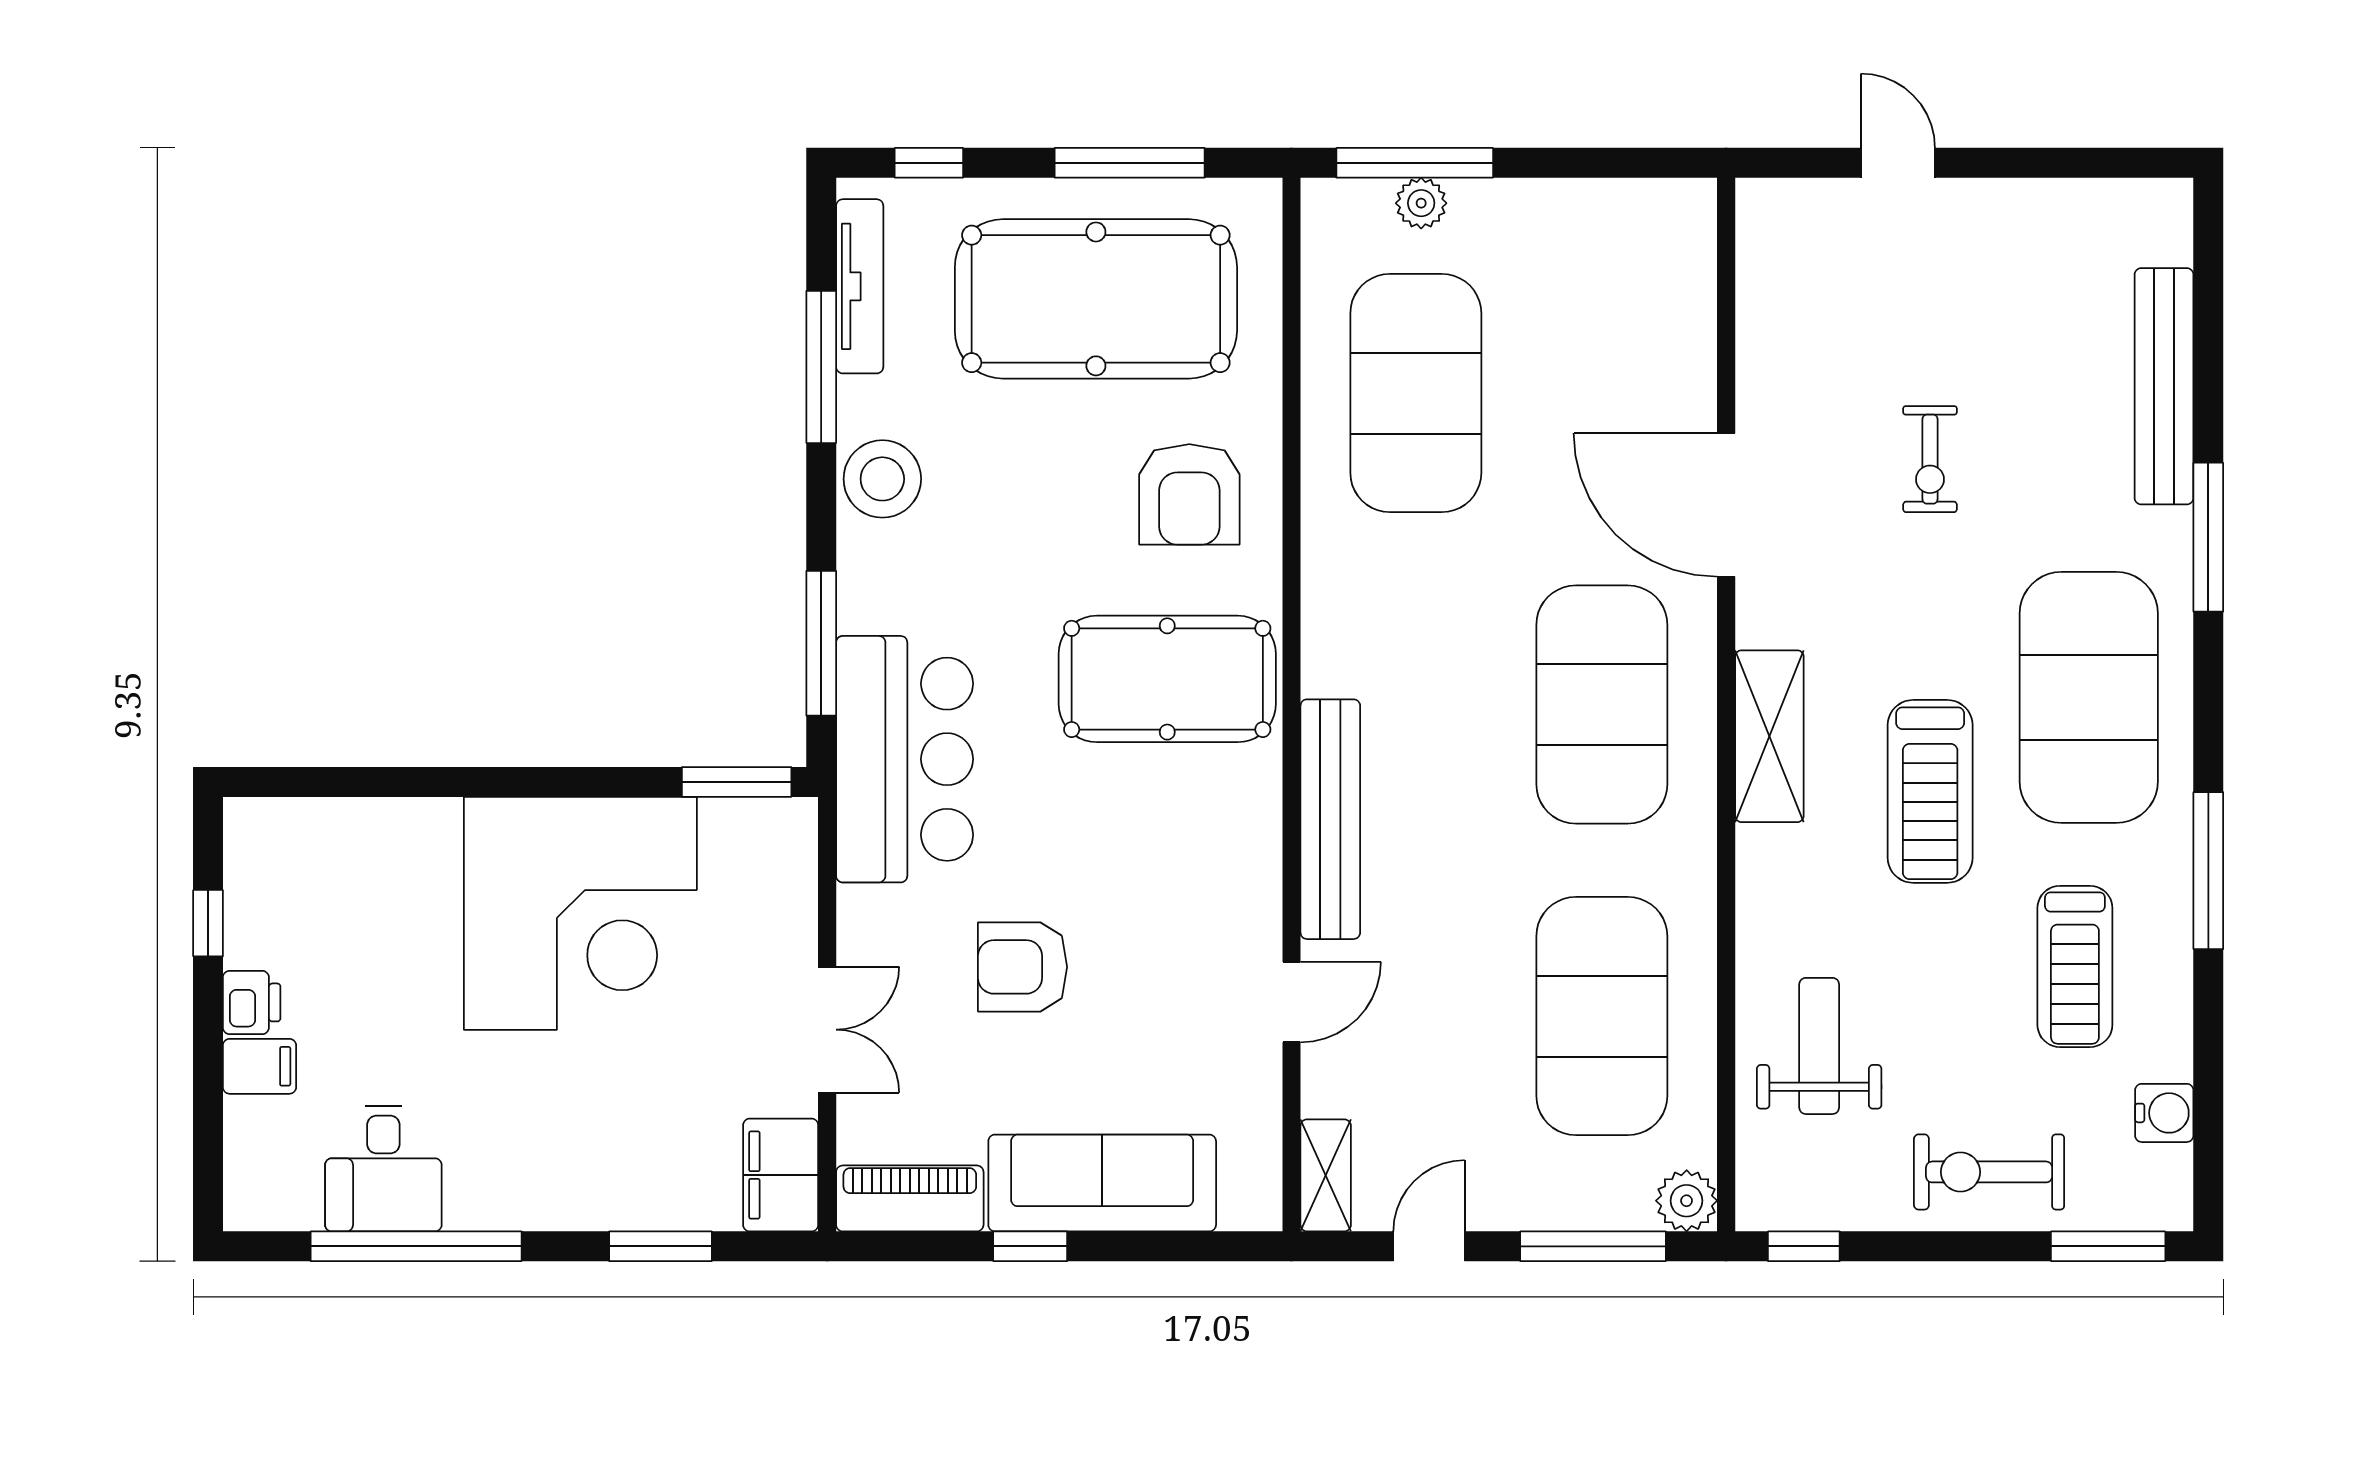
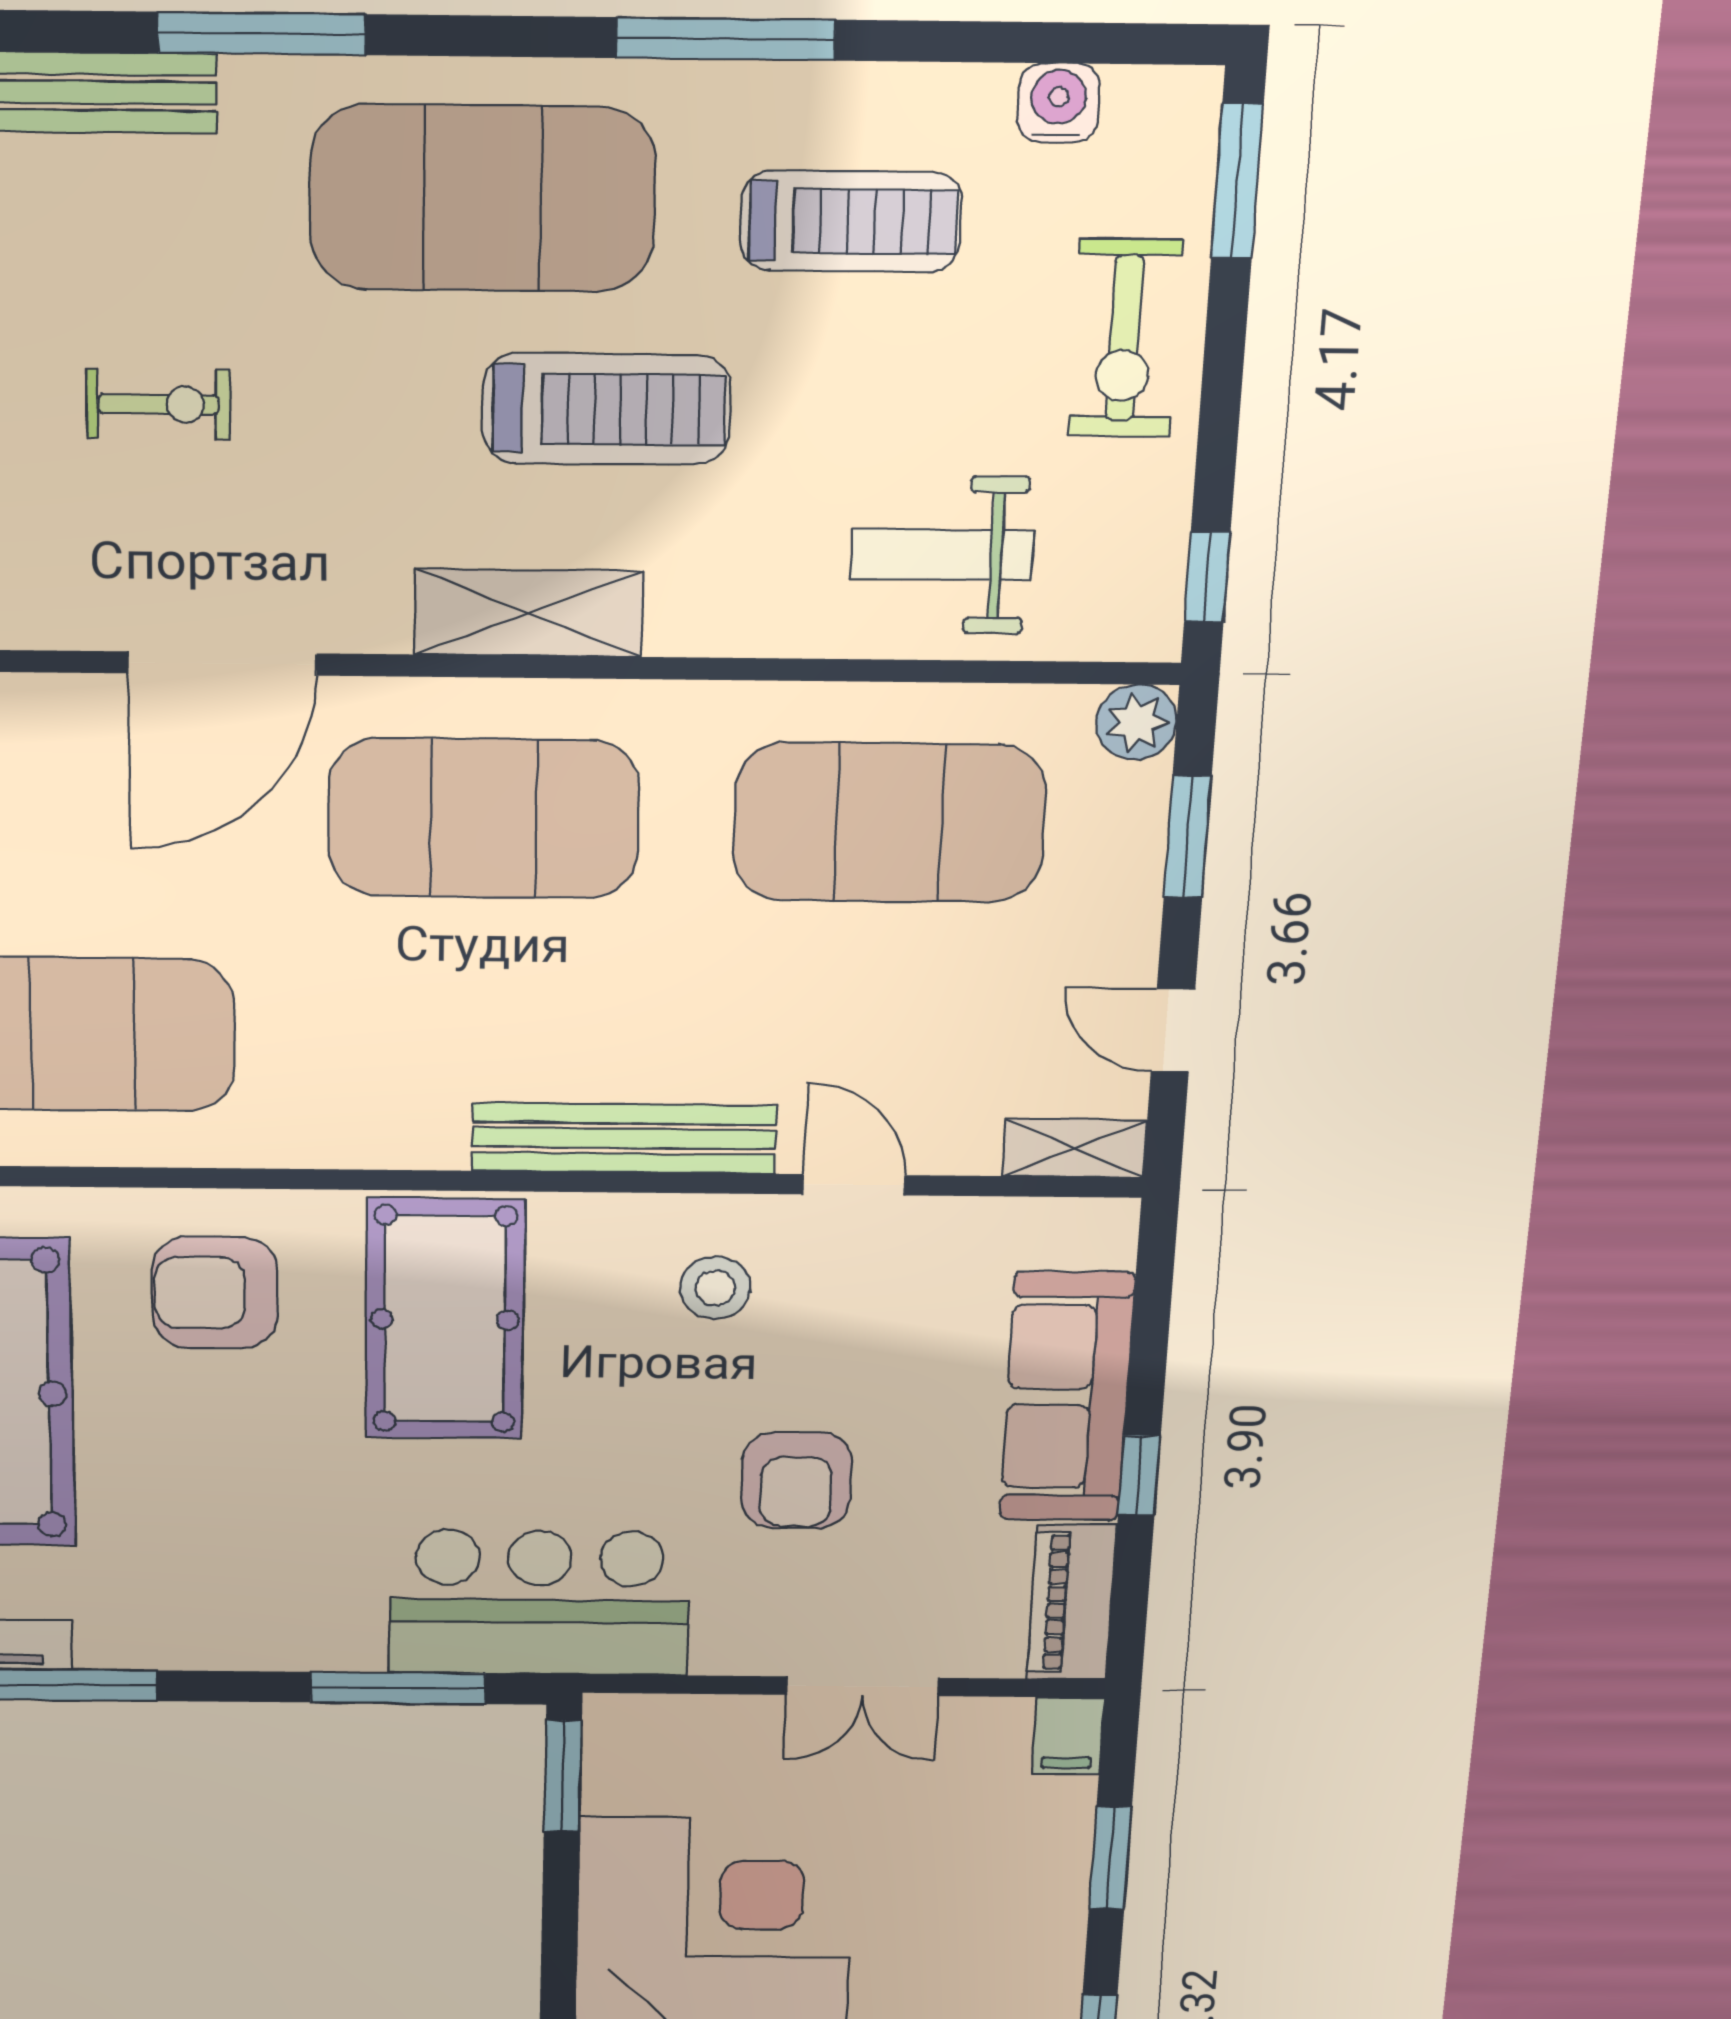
stool: (882, 479) -> (715, 1288), moved, width x0.73, depth x0.73
armchair: (1189, 494) -> (215, 1293), turned 180
double door: (827, 1030) -> (863, 1686), swing flipped
filing cabinet: (781, 1175) -> (1068, 1736), width x0.50
window: (1593, 1246) -> (1188, 836), width x0.69

